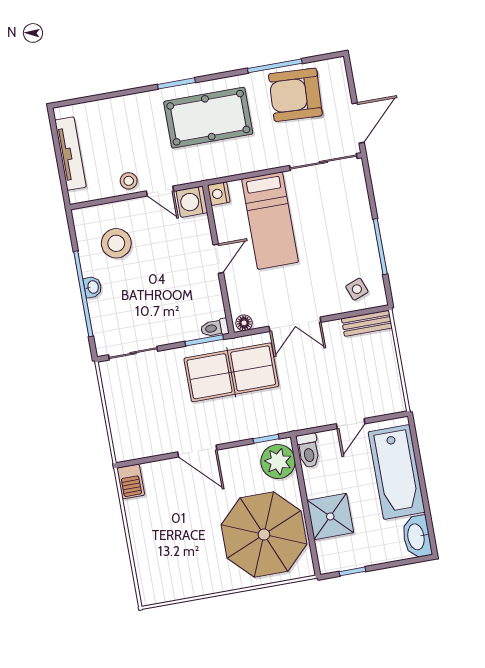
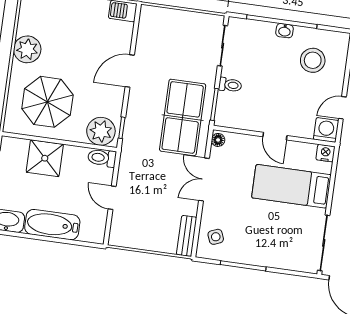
toilet: (215, 328) -> (230, 85), moved, turned 90
bathtub: (397, 472) -> (52, 225), width x0.73, depth x0.73
parasol: (264, 535) -> (47, 102), width x0.73, depth x0.73
plant: (211, 578) -> (27, 49), added

